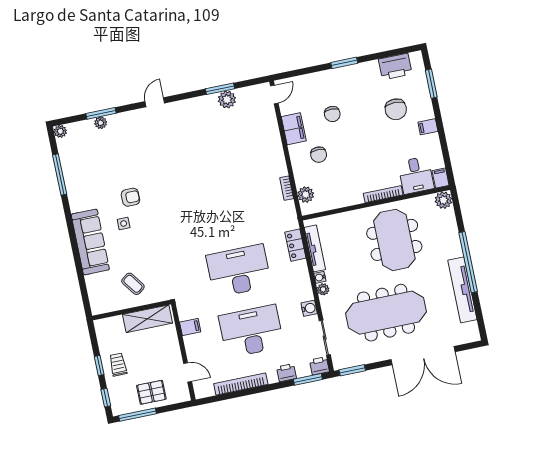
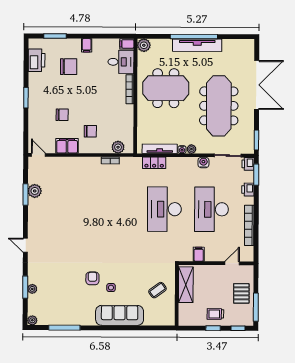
tv unit: (462, 290) -> (197, 45), moved

